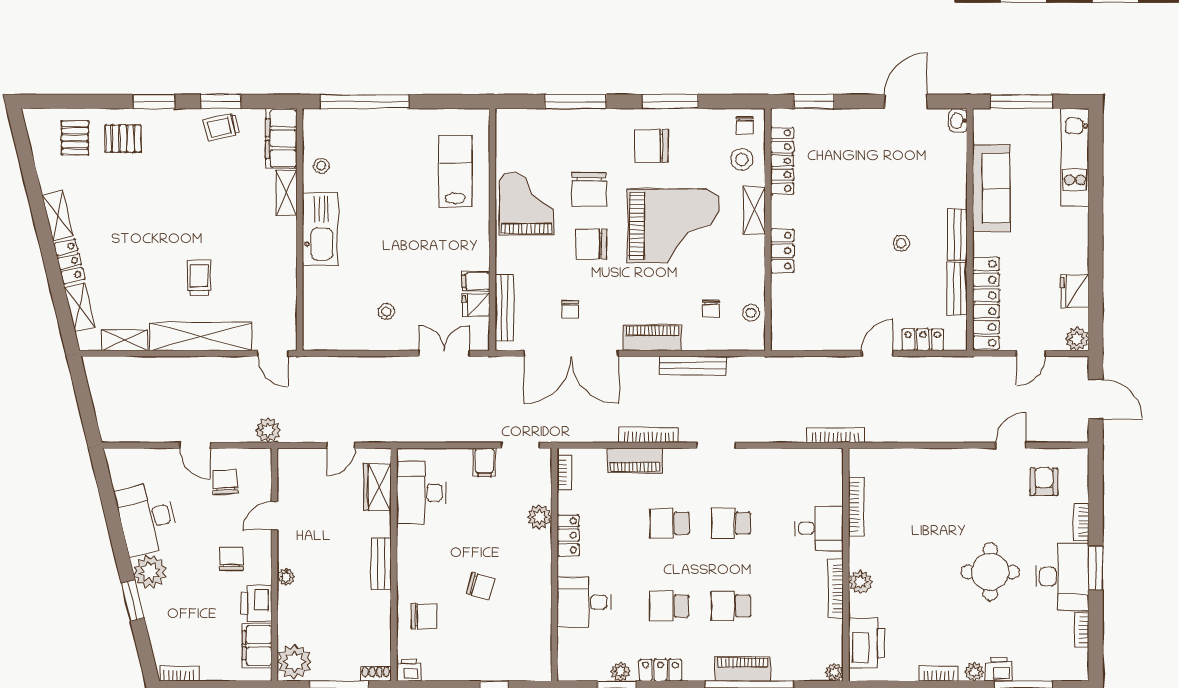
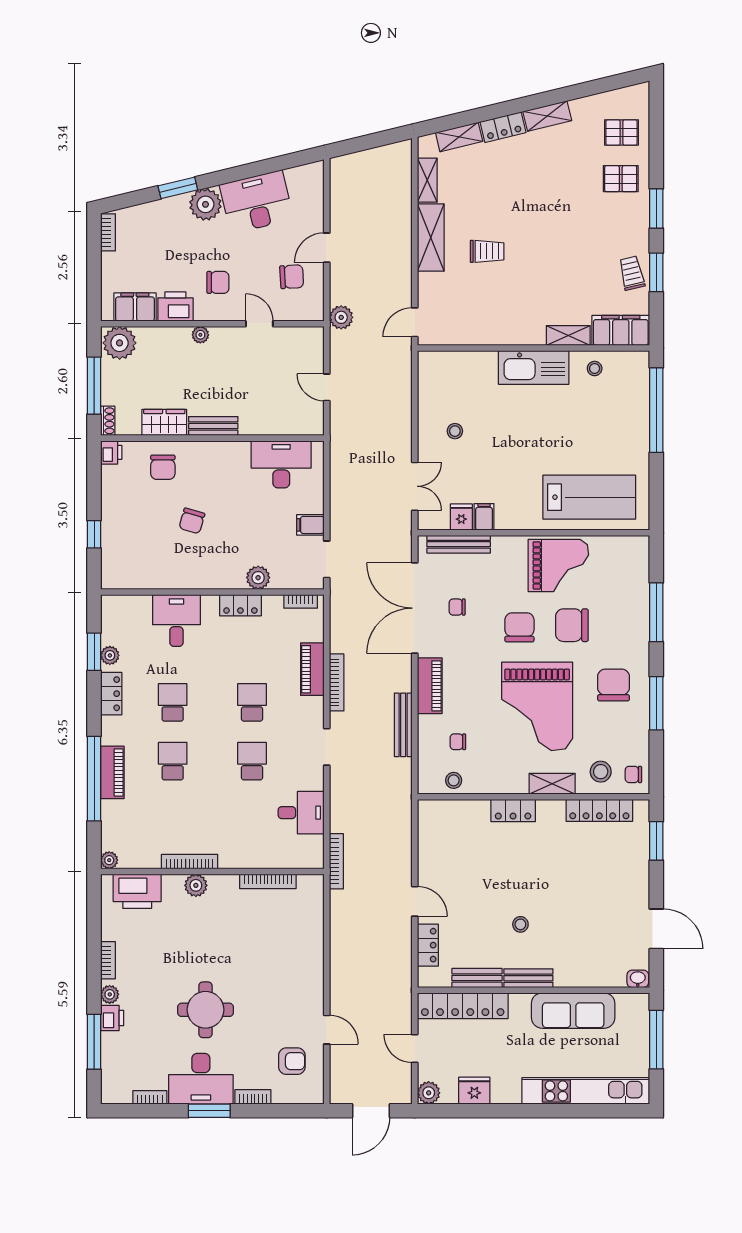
pallet: (123, 139) -> (621, 179), turned 90
kitchen unit: (1075, 157) -> (586, 1091), width x1.36
lab bench: (455, 171) -> (589, 497), width x1.36, depth x1.39
shelving: (201, 337) -> (431, 238), width x0.68
wardrobe: (377, 487) -> (164, 422), moved
desk: (819, 528) -> (301, 813), moved, turned -90

